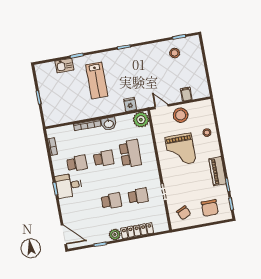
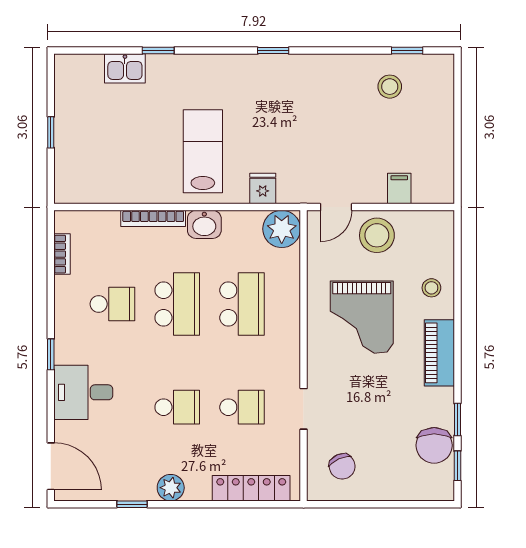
lab bench: (97, 80) -> (203, 151), moved, turned 180
door: (162, 107) -> (336, 207), swing flipped
school desk: (104, 158) -> (177, 304), width x1.85
piano: (217, 171) -> (439, 353), moved
desk: (69, 186) -> (83, 392), moved
chair: (210, 208) -> (434, 445), moved
locker: (137, 231) -> (251, 488), moved

